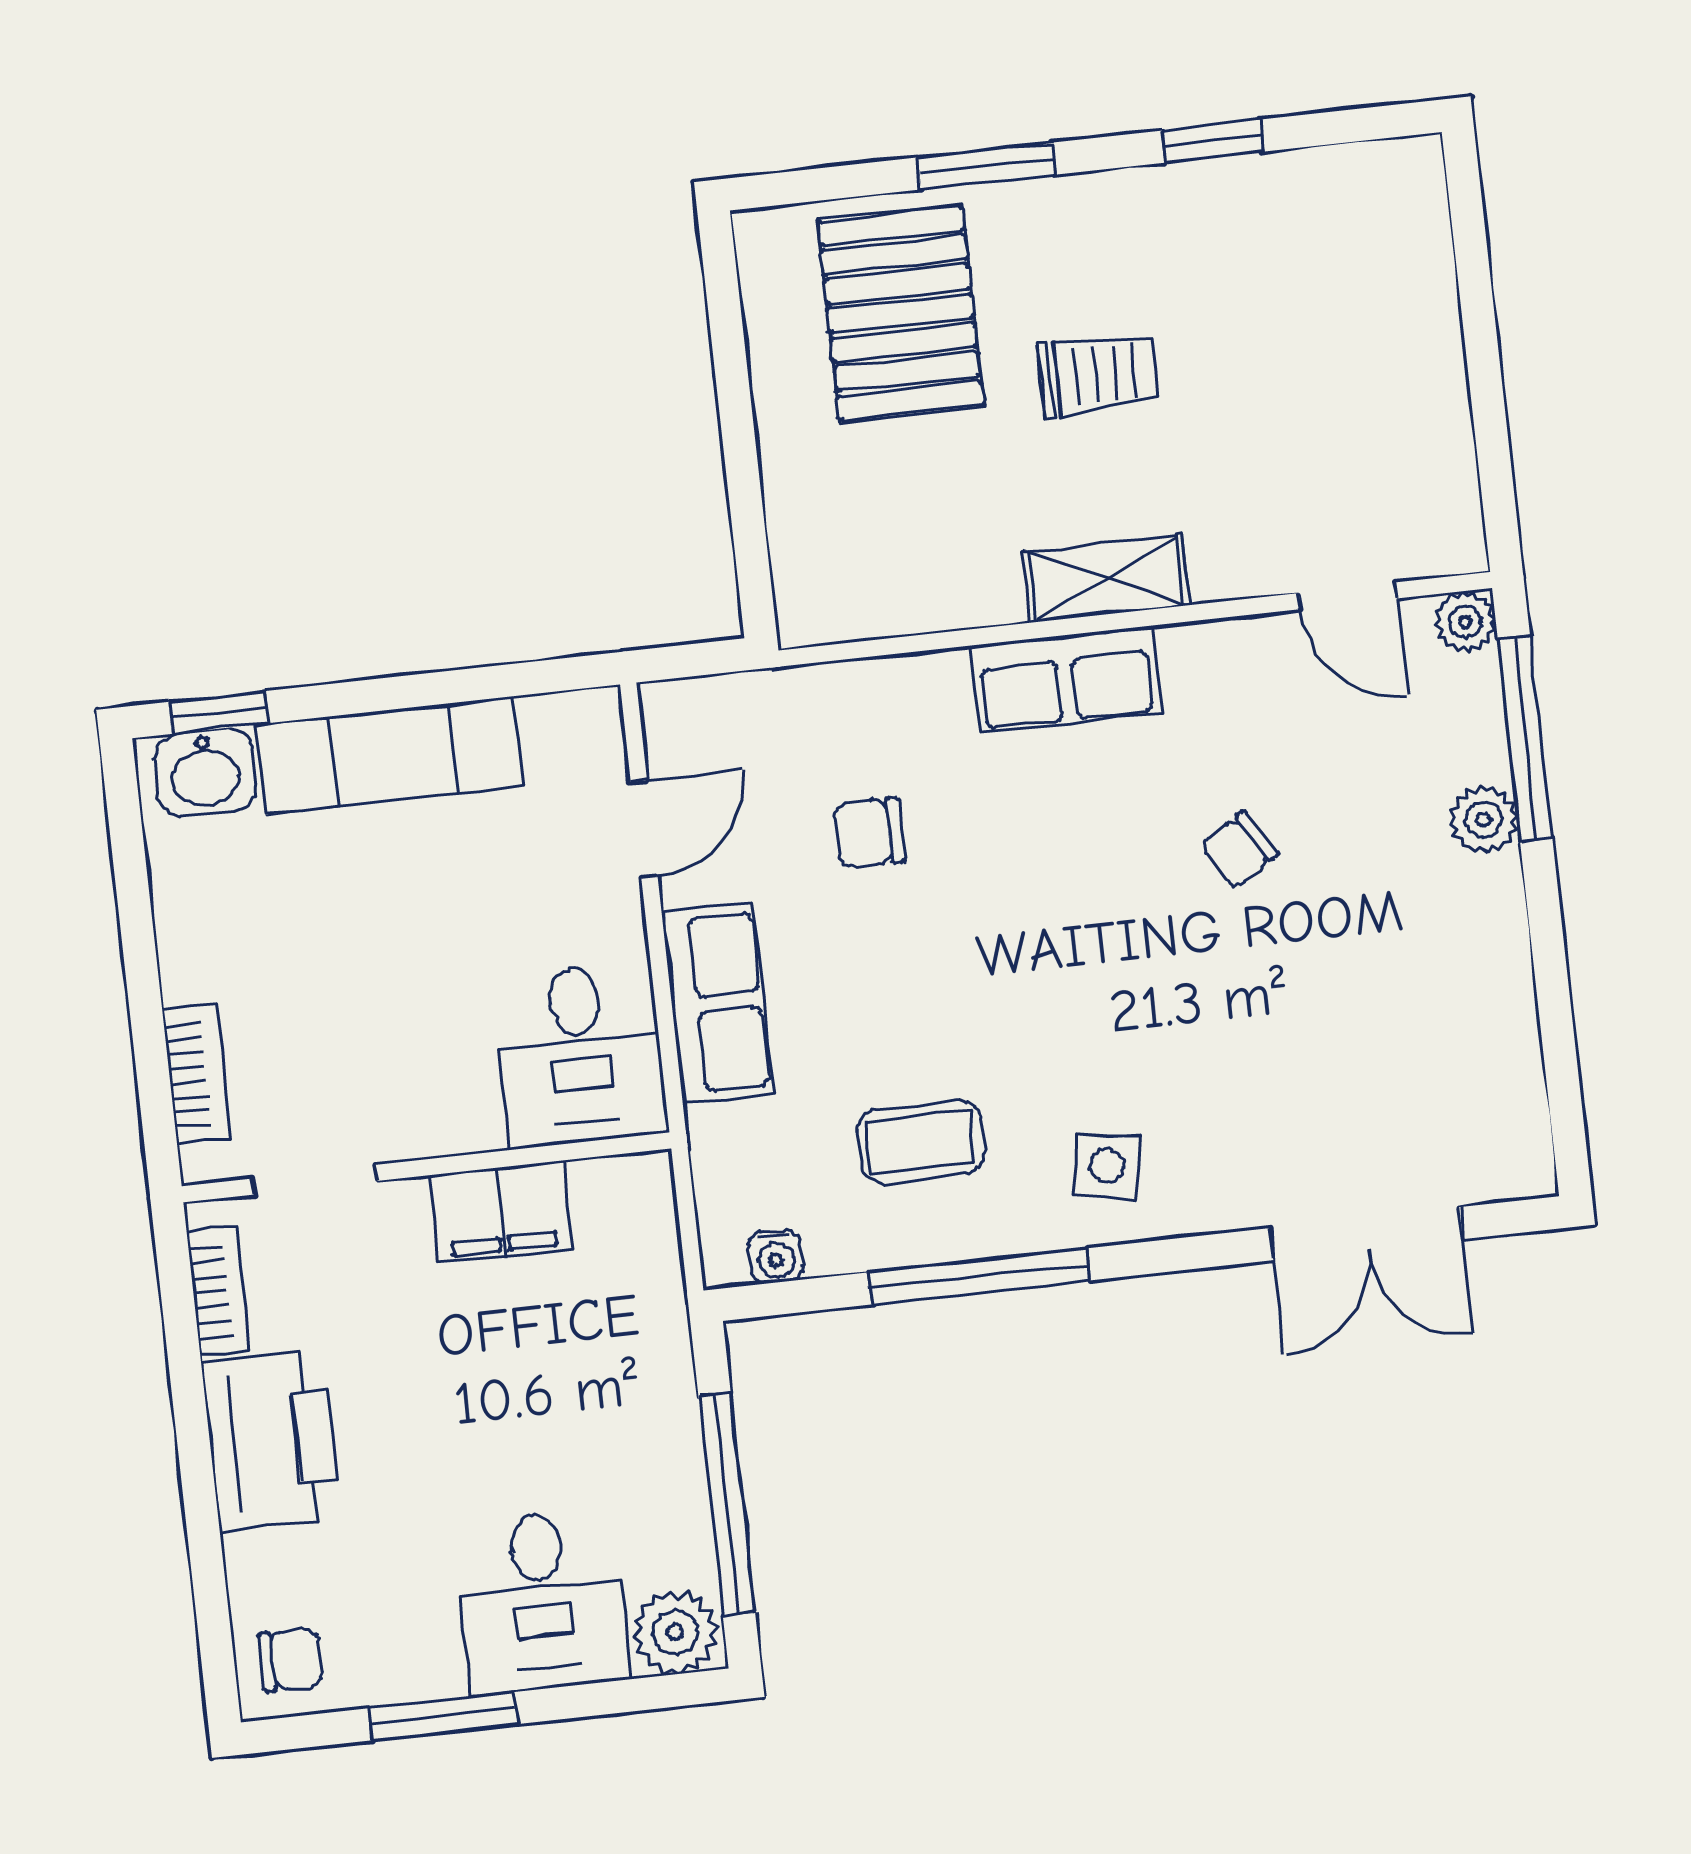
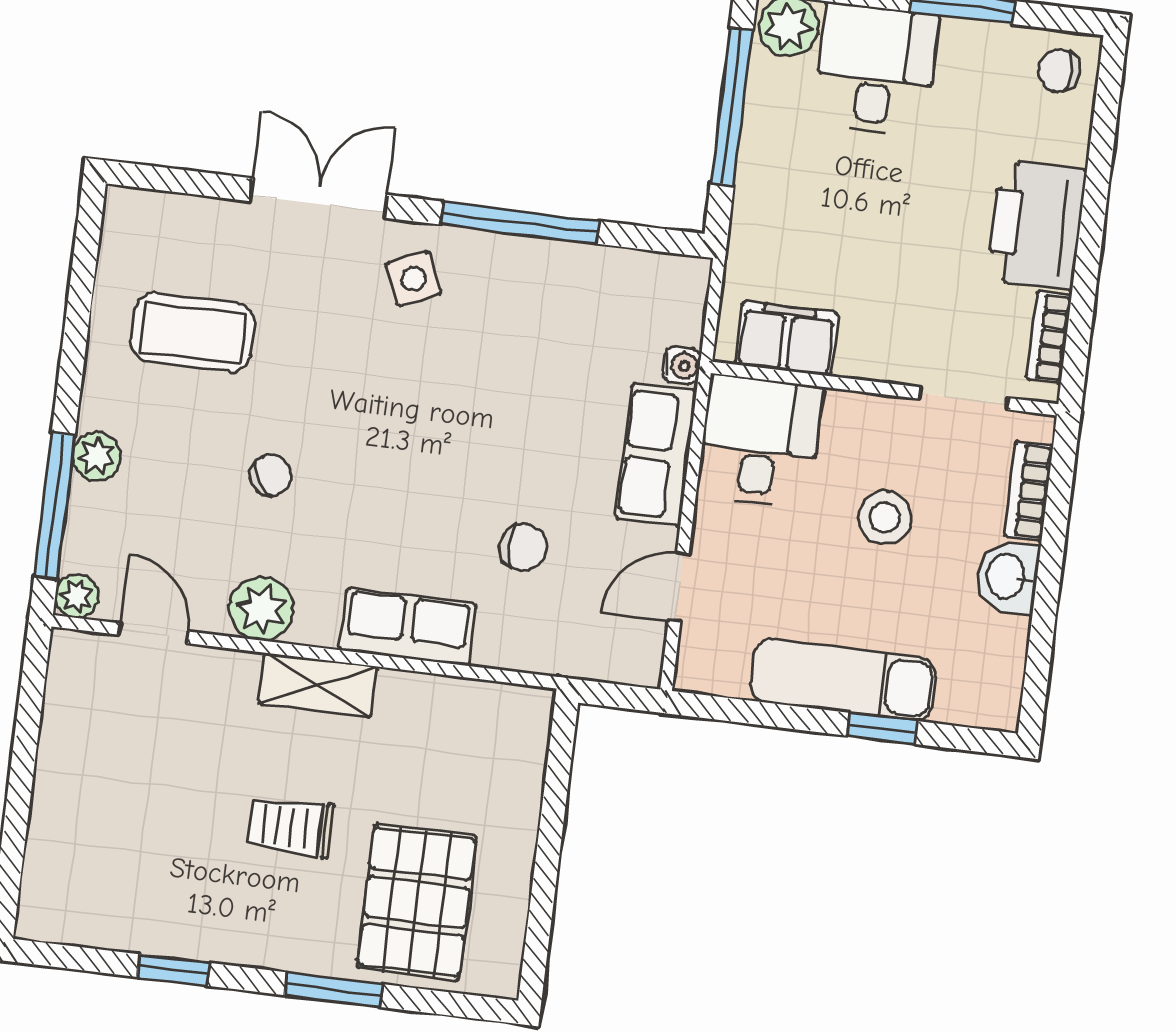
plant: (1209, 664) -> (261, 609), added
row of seats: (1066, 679) -> (408, 627), moved
window: (218, 712) -> (882, 728), moved
washbasin: (205, 772) -> (1007, 577), moved, turned -90
stool: (384, 991) -> (885, 517), added
coffee table: (921, 1142) -> (193, 332), moved, width x1.36, depth x1.30
side table: (1107, 1166) -> (414, 278), turned -34
filing cabinet: (501, 1213) -> (787, 339), moved
double door: (1366, 1234) -> (318, 198), moved
water cooler: (776, 1257) -> (681, 366), moved, turned 90

